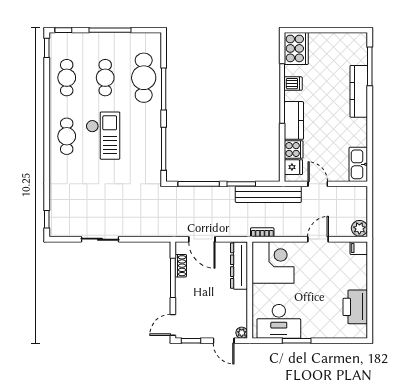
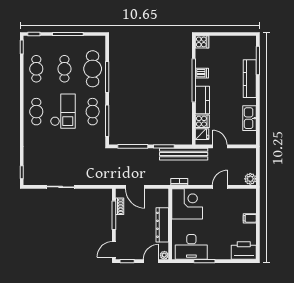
cooker: (296, 48) -> (202, 42), width x0.53, depth x0.76
cafe table: (144, 136) -> (93, 112), added
kitchen sink: (358, 164) -> (249, 118), moved
filing cabinet: (359, 248) -> (250, 218), moved
dresser: (239, 266) -> (162, 225), moved
printer: (355, 307) -> (244, 251), moved, turned 90
door: (224, 341) -> (151, 261), swing flipped

